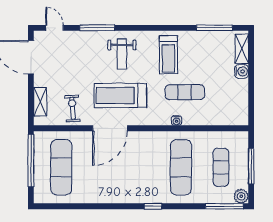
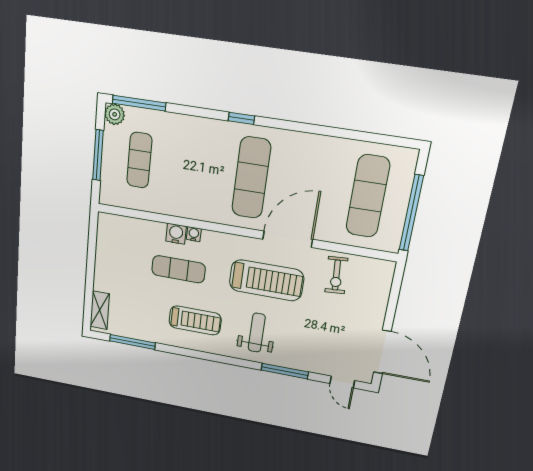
treadmill: (168, 55) -> (195, 320), turned 90
water cooler: (242, 71) -> (176, 234), moved, turned 90
shelving: (40, 102) -> (381, 292), removed
exercise mat: (181, 167) -> (251, 178), moved

